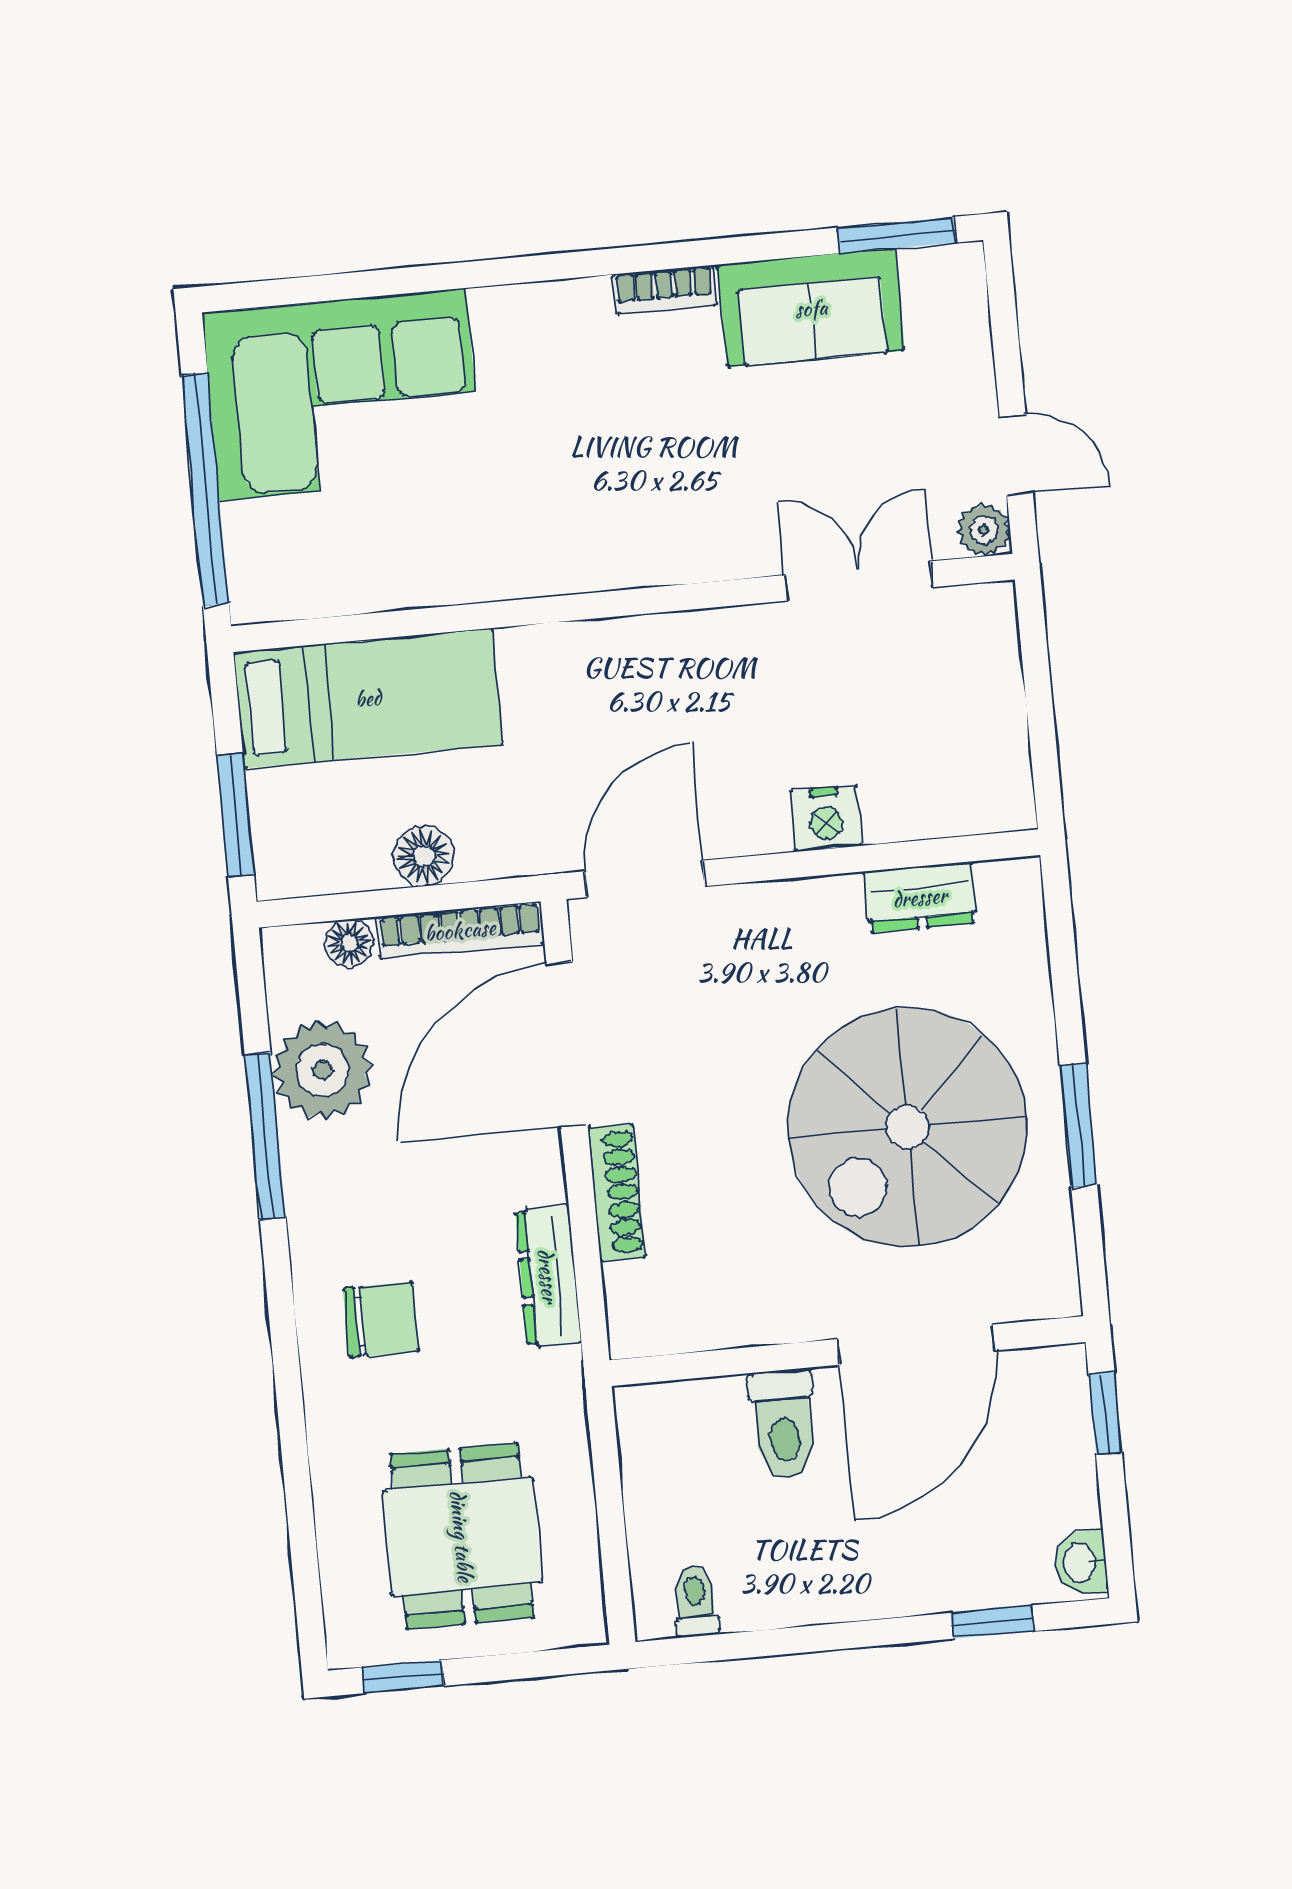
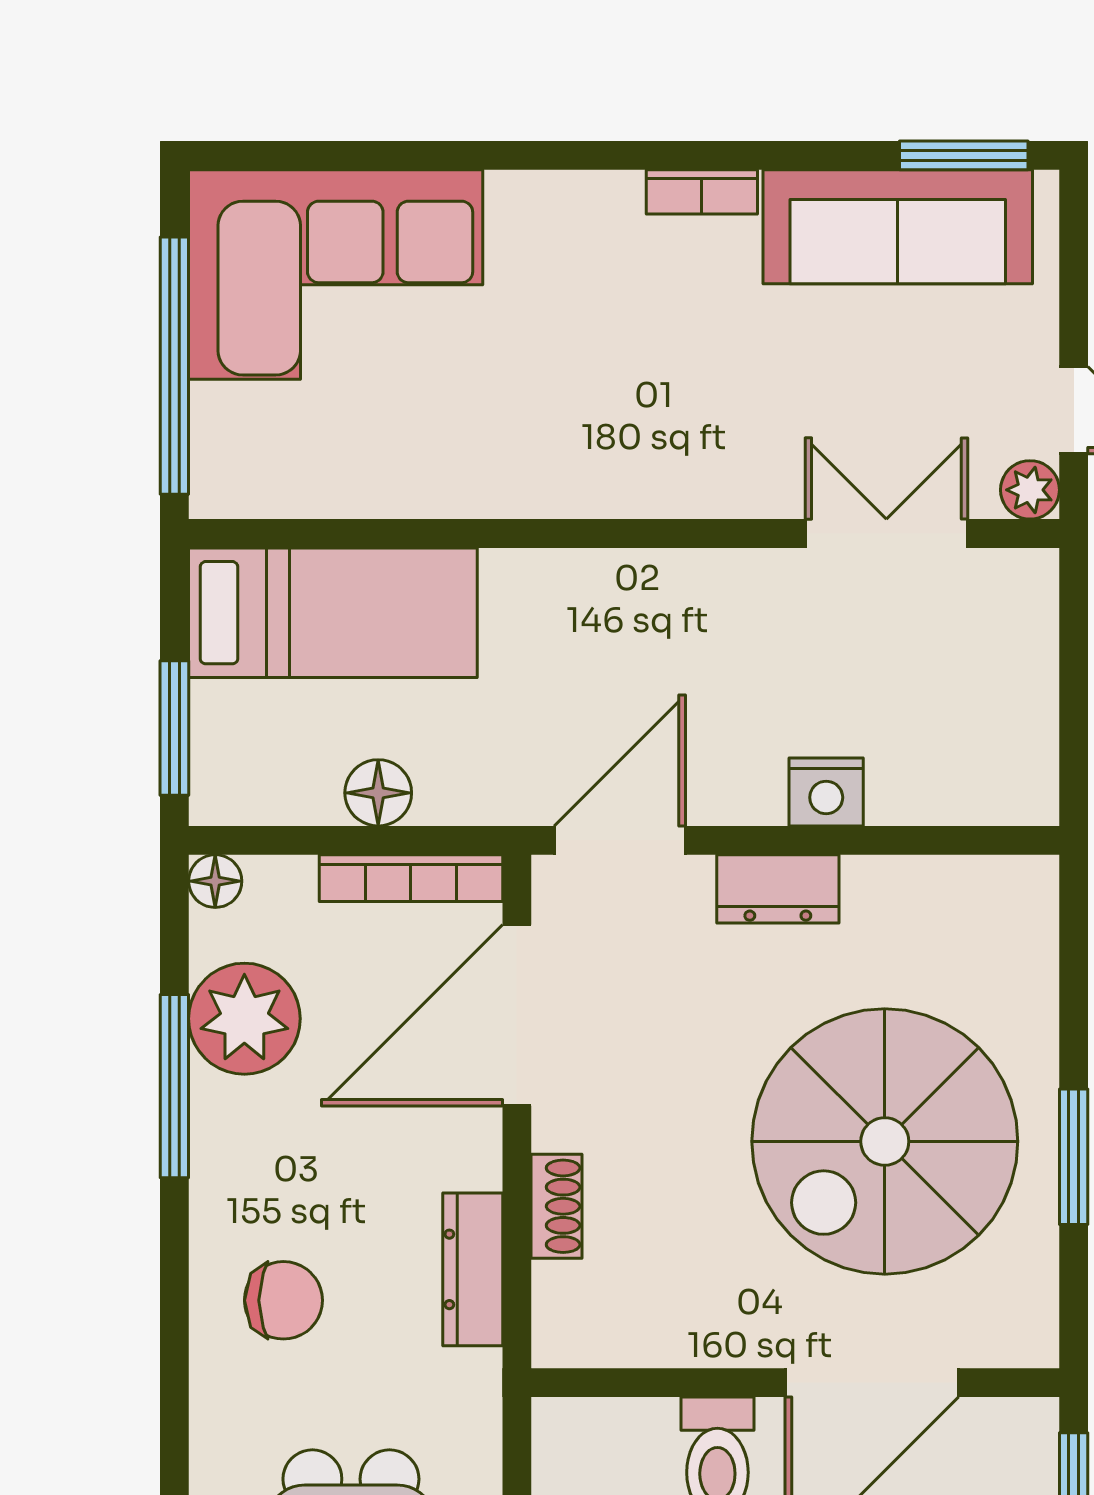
sofa: (811, 308) -> (898, 227), width x1.36
dresser: (920, 897) -> (778, 889), moved
floor lamp: (349, 943) -> (215, 881), moved
shoe rack: (616, 1193) -> (557, 1206), width x0.70

